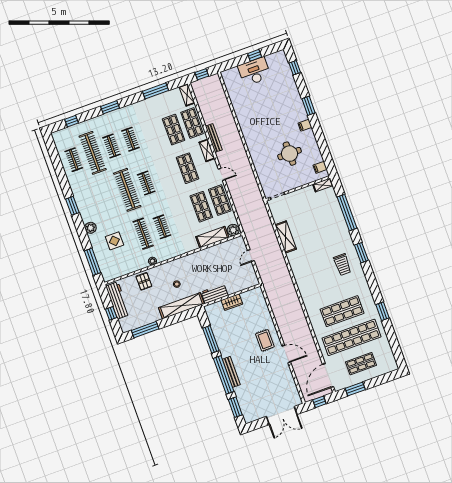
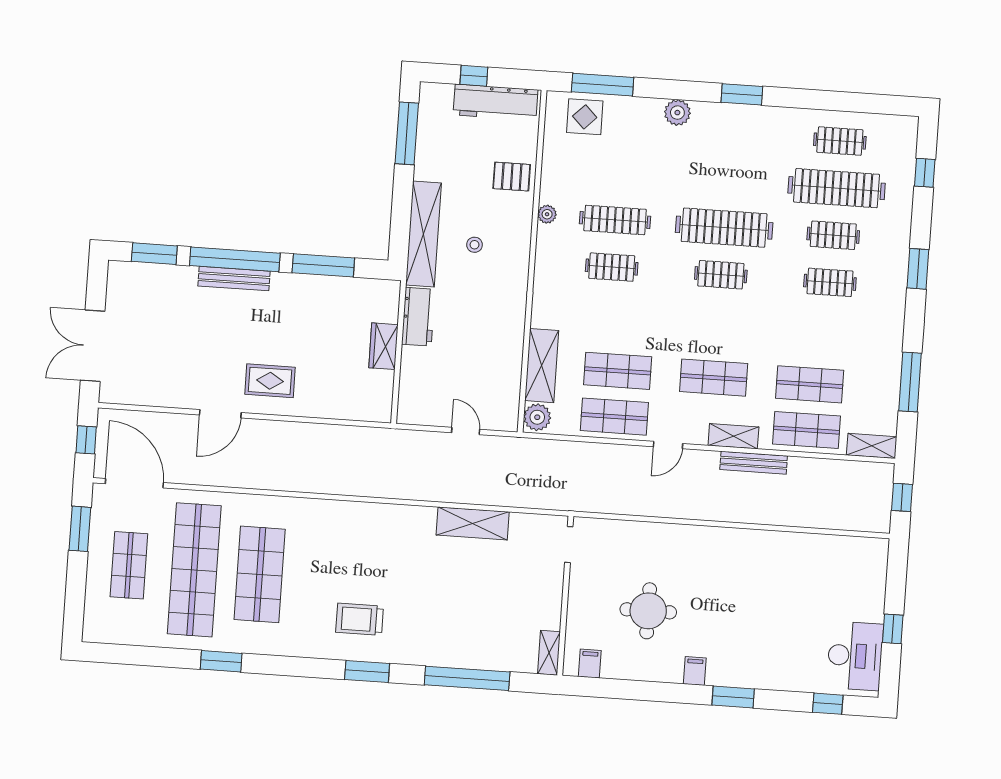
desk: (254, 72) -> (855, 656), moved
display table: (114, 241) -> (585, 117), moved

